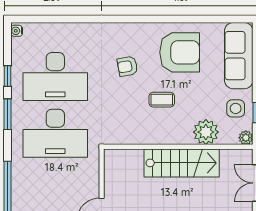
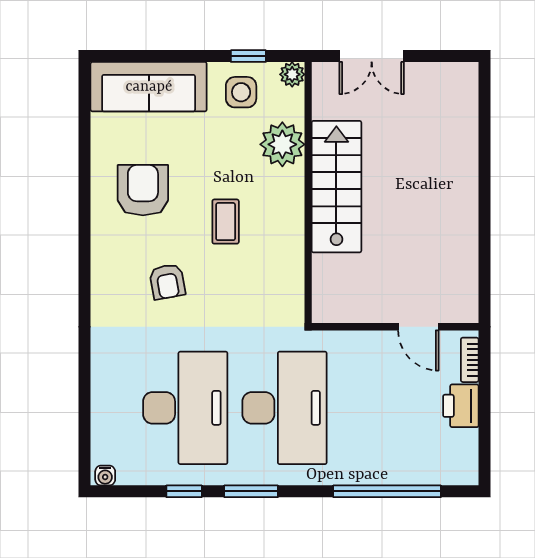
armchair: (180, 52) -> (143, 190), width x0.73, depth x0.73

